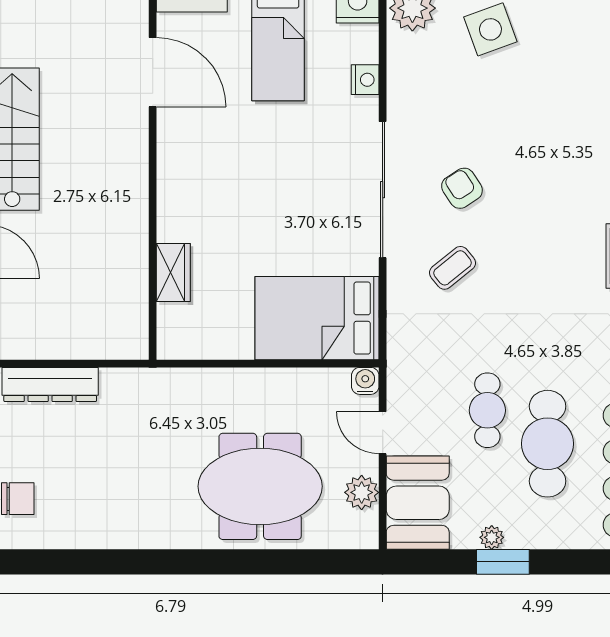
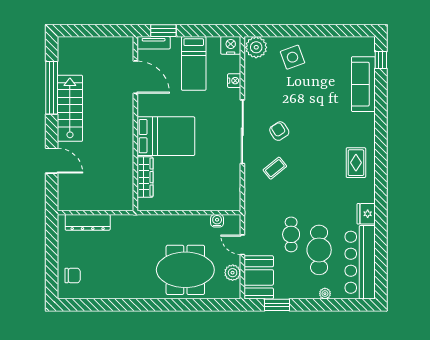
wardrobe: (173, 273) -> (145, 177), width x1.50
bed: (317, 318) -> (166, 136), moved, turned 180
water cooler: (365, 381) -> (217, 221), moved
plant: (492, 537) -> (325, 294), moved
window: (503, 562) -> (277, 305), moved

